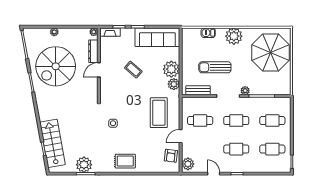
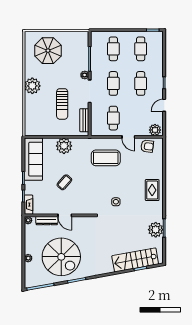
barbecue: (208, 33) -> (29, 110), removed
parasol: (270, 52) -> (48, 51), width x0.73, depth x0.73
plant: (174, 84) -> (78, 143), removed

